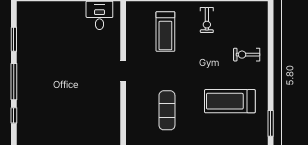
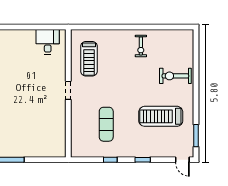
treadmill: (165, 31) -> (89, 59), moved
exercise bike: (247, 55) -> (175, 76), width x1.38, depth x1.39

